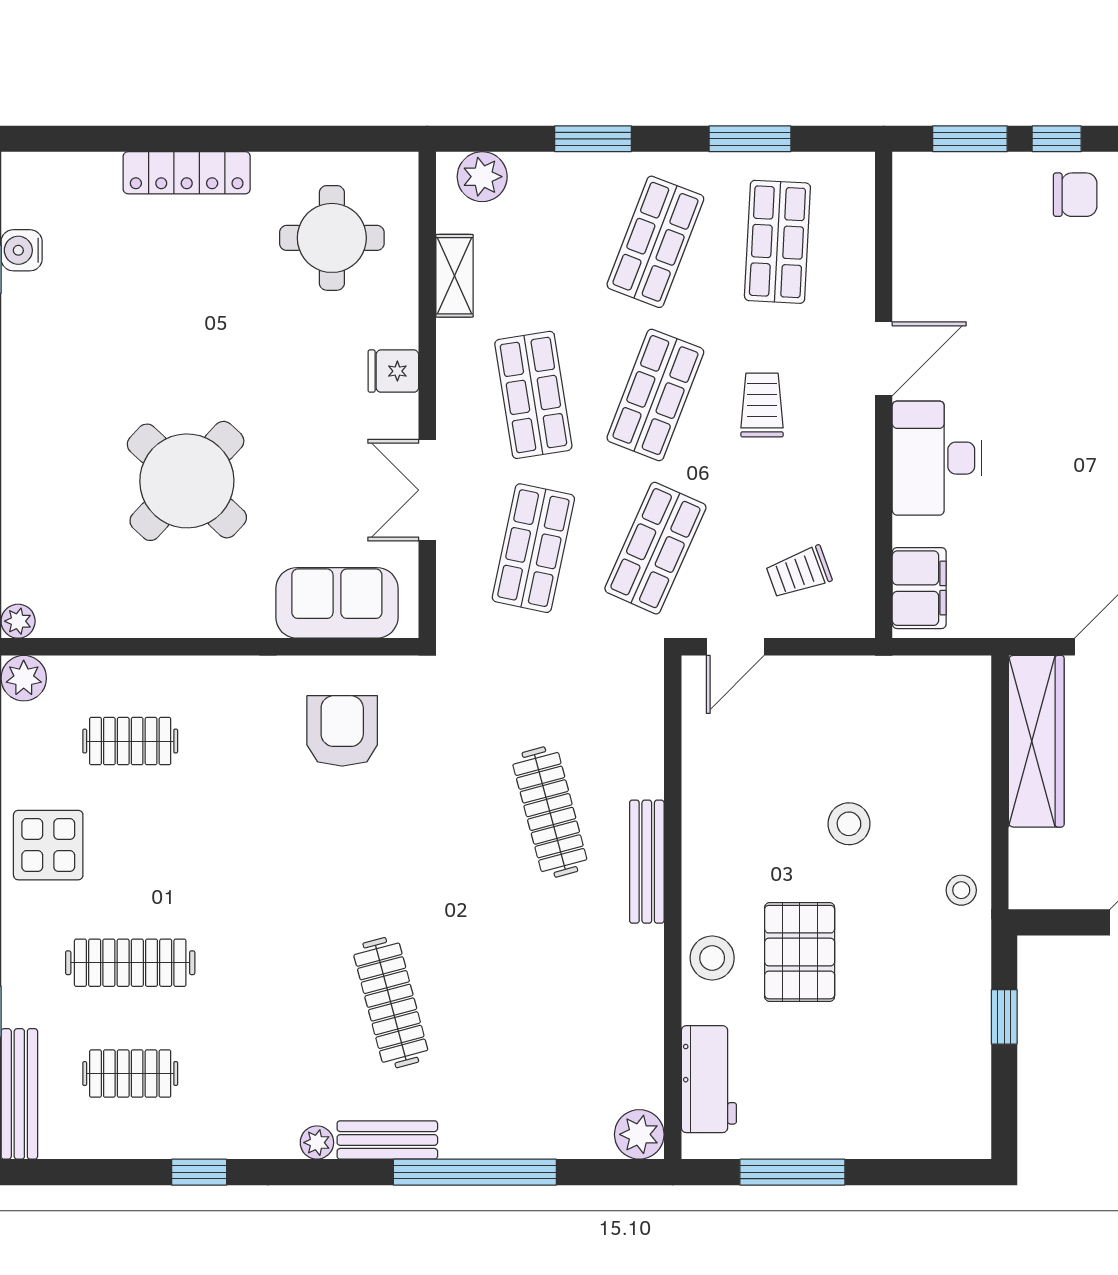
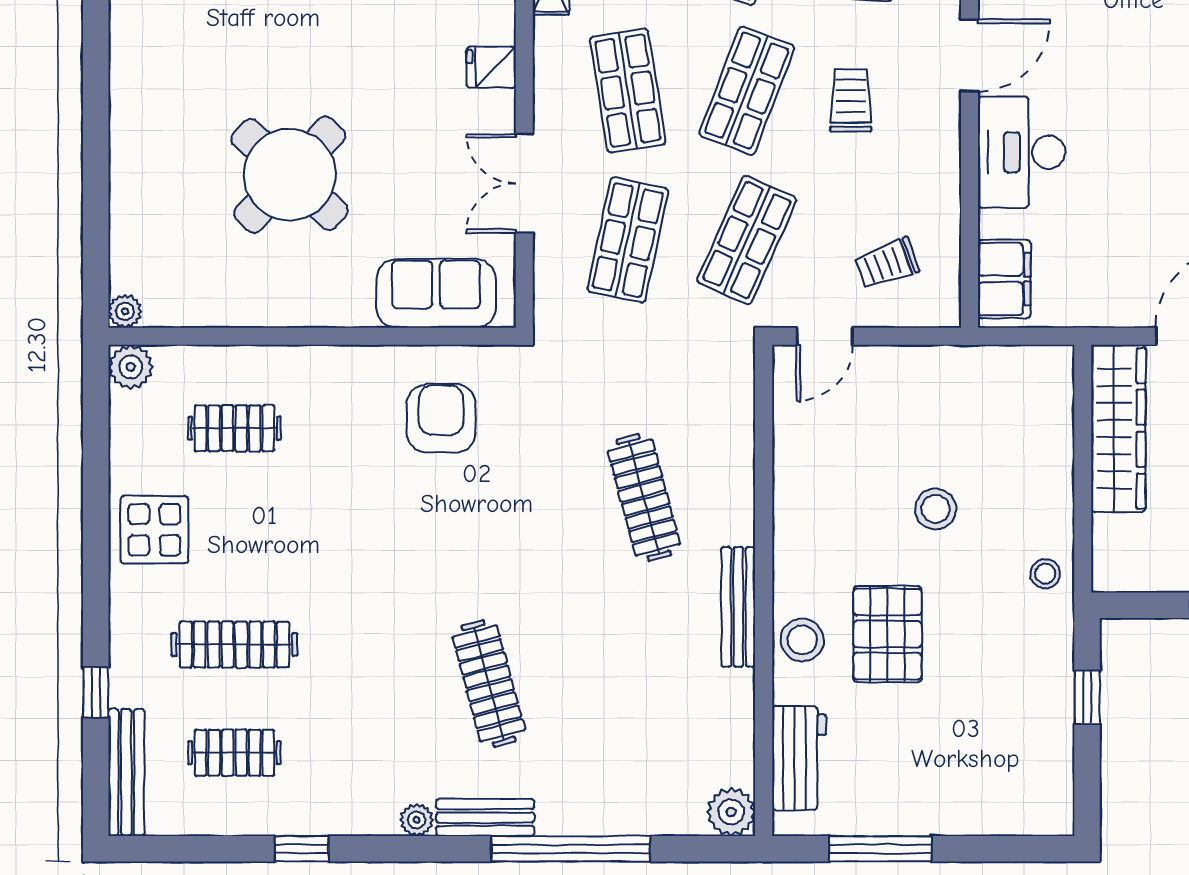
bench: (647, 862) -> (738, 607), moved

